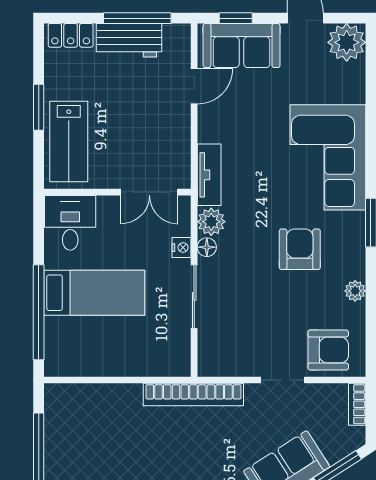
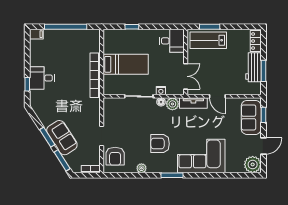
window: (137, 18) -> (263, 71), width x0.69
door: (194, 86) -> (217, 96), moved
window: (39, 107) -> (210, 27), moved
double door: (149, 192) -> (186, 76), swing flipped
armchair: (300, 249) -> (160, 144), turned 180
bed: (94, 293) -> (126, 64), moved, turned -90
window: (39, 312) -> (132, 27), width x0.32
bookcase: (193, 395) -> (95, 75), moved

